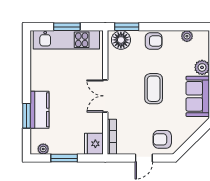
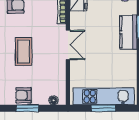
window: (127, 27) -> (27, 108), moved
floor lamp: (121, 40) -> (54, 100), width x0.53, depth x0.53

